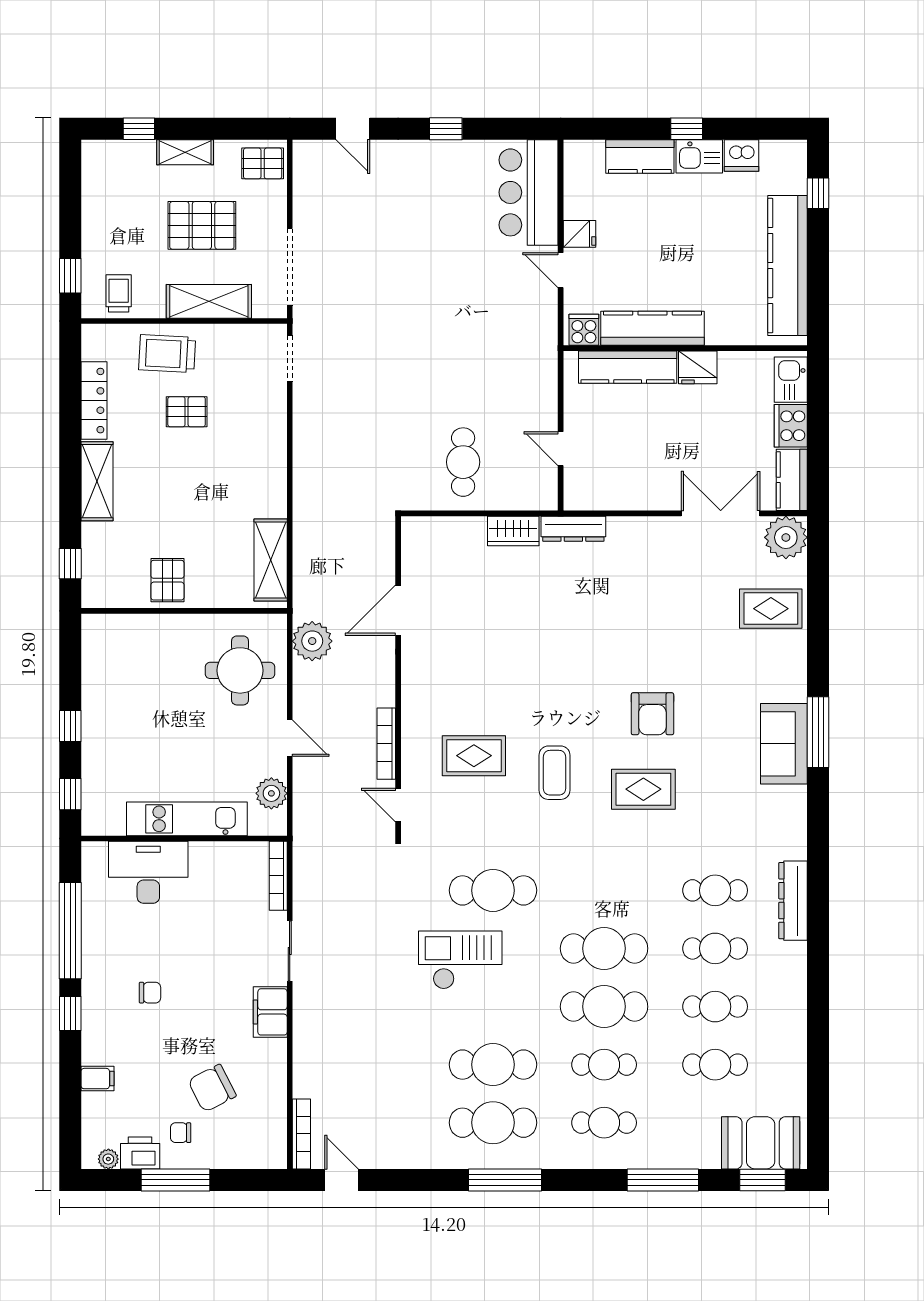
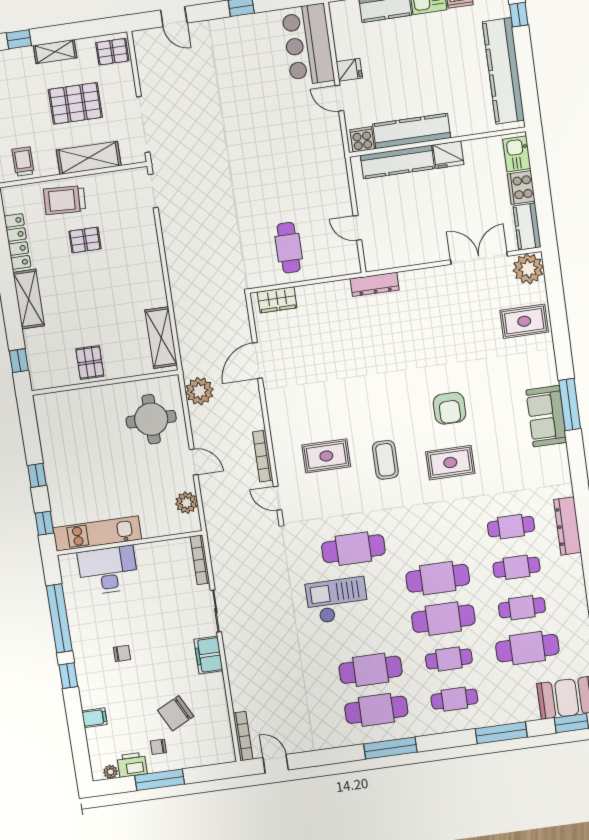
wardrobe: (513, 531) -> (277, 300), moved
kitchen unit: (187, 819) -> (97, 533), moved
cafe table: (715, 1065) -> (527, 648), width x1.37, depth x1.35

